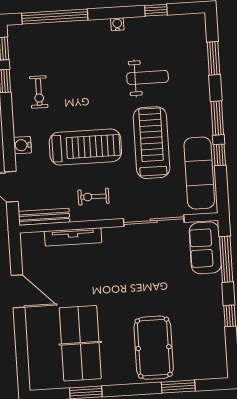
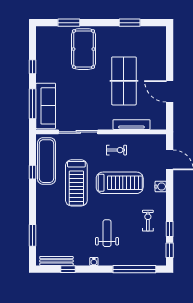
weight bench: (148, 77) -> (107, 233), moved, turned 90
window: (217, 118) -> (32, 196), removed
treadmill: (85, 147) -> (120, 183), turned 180
bench: (44, 217) -> (56, 261), moved
sofa: (205, 248) -> (46, 106), width x1.36
table tennis table: (80, 343) -> (124, 81), moved

